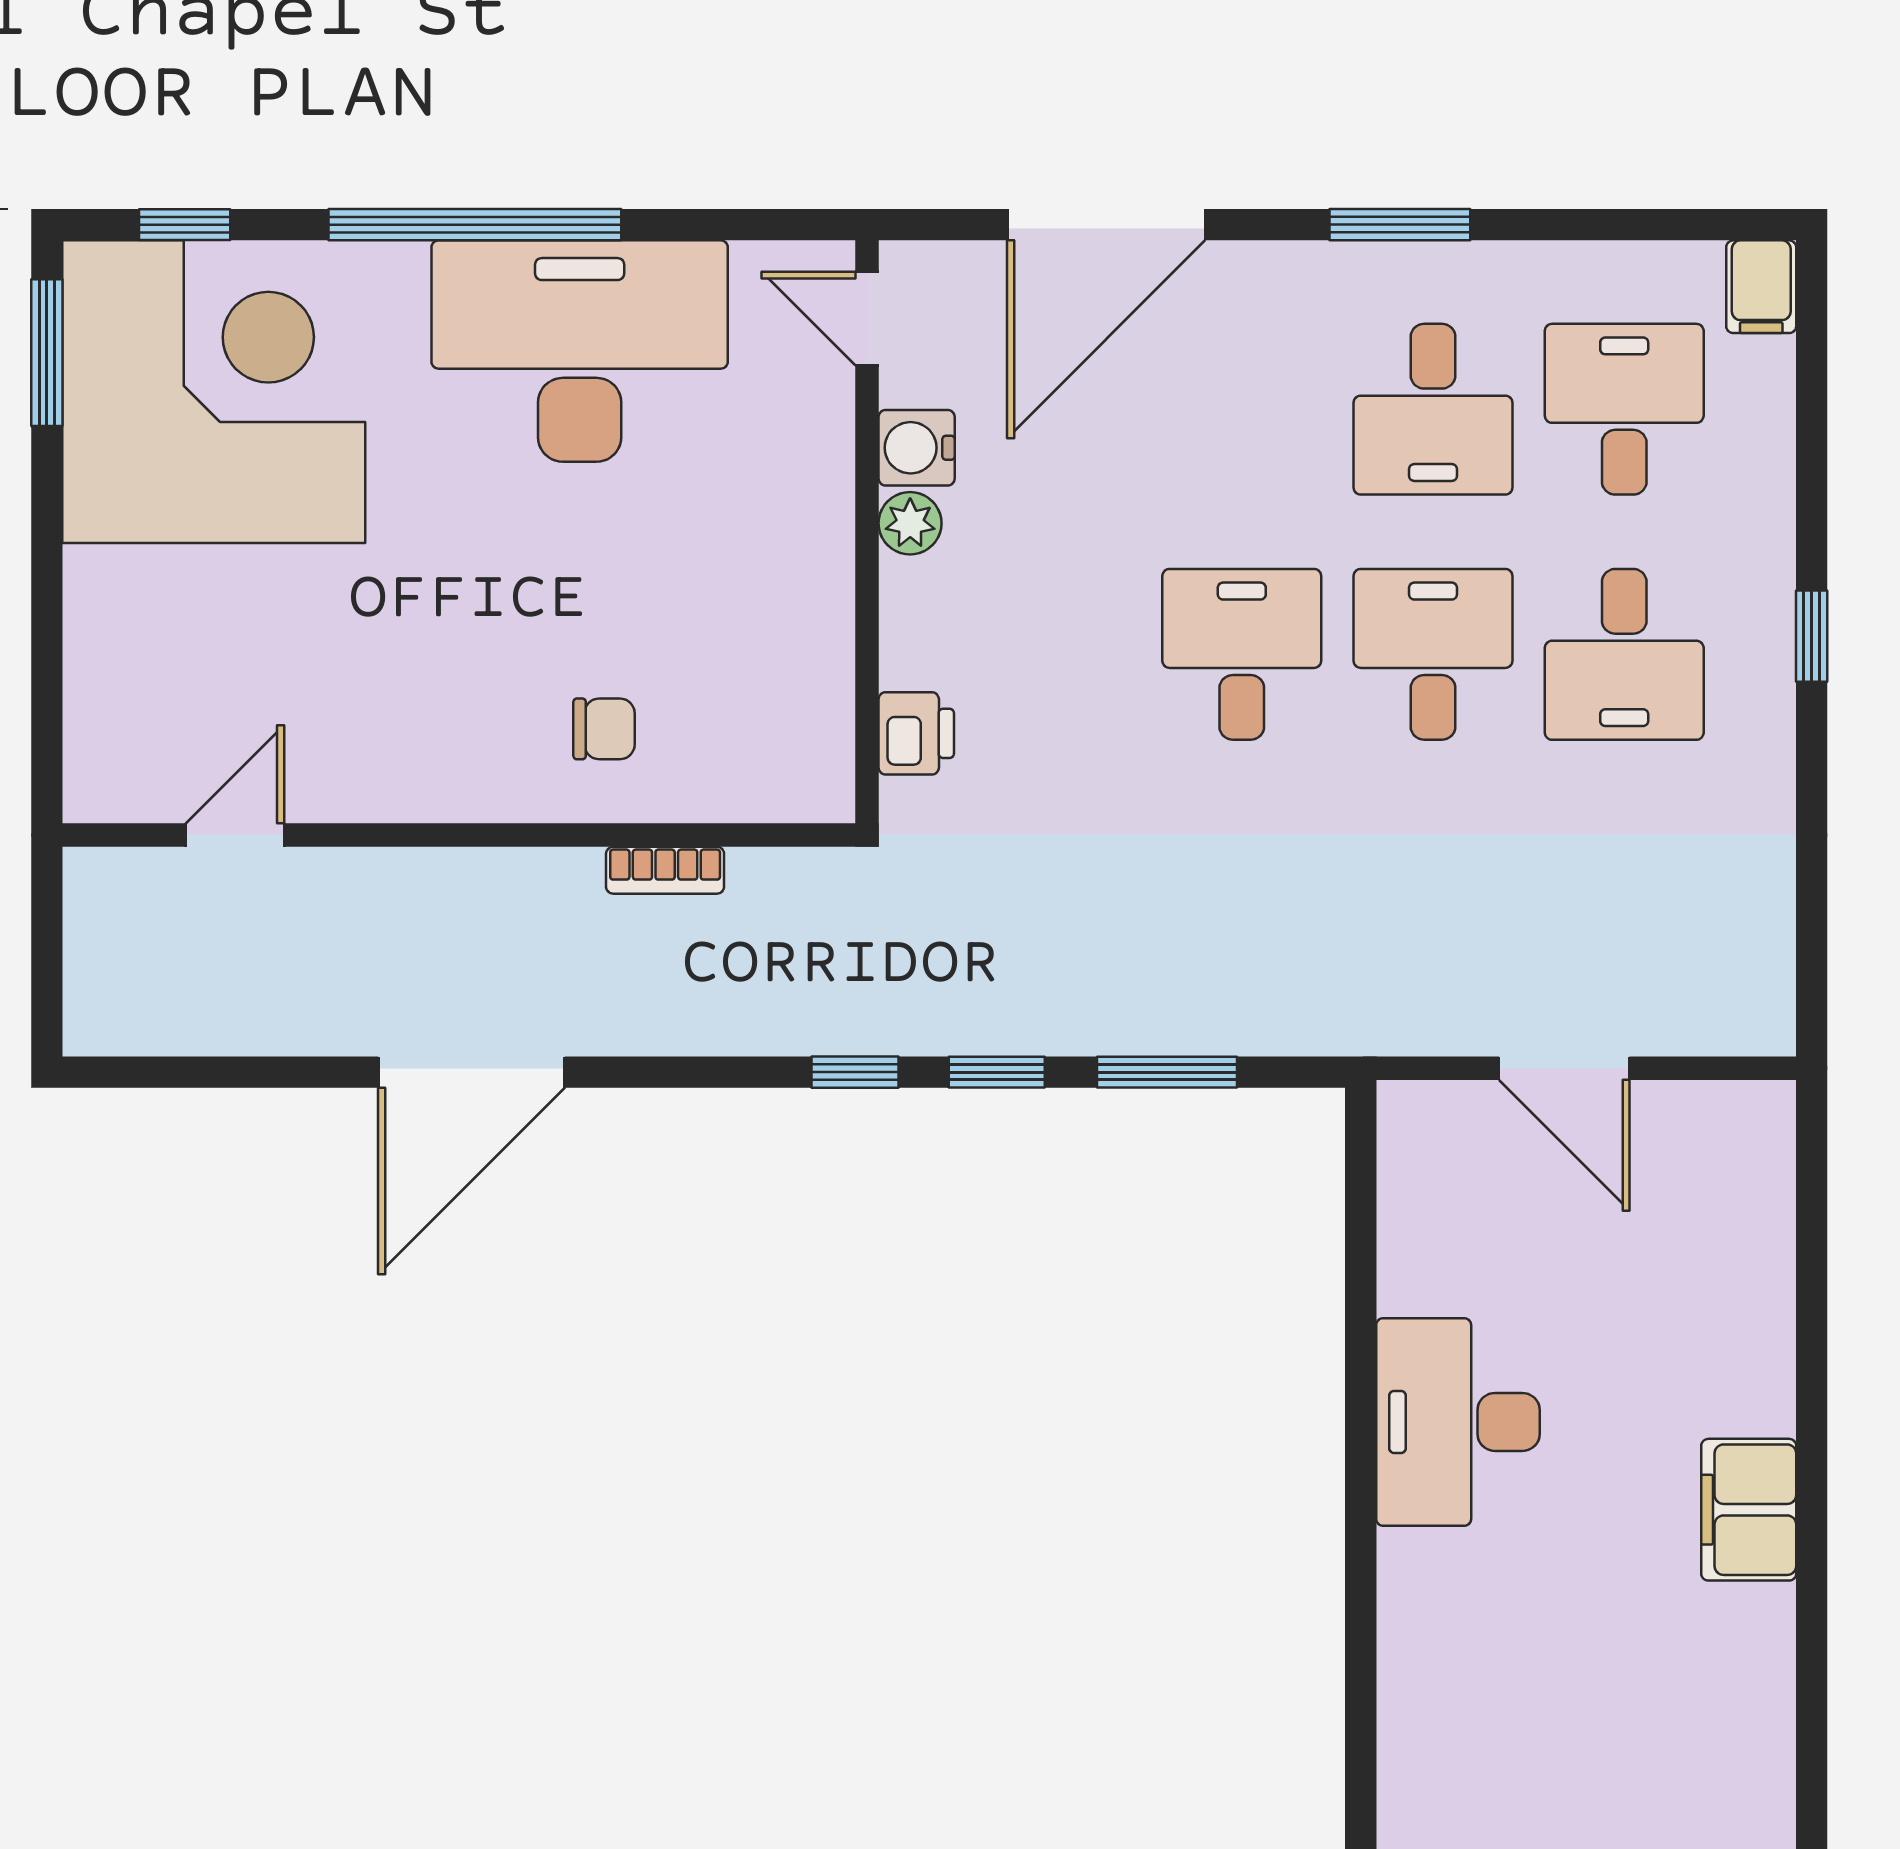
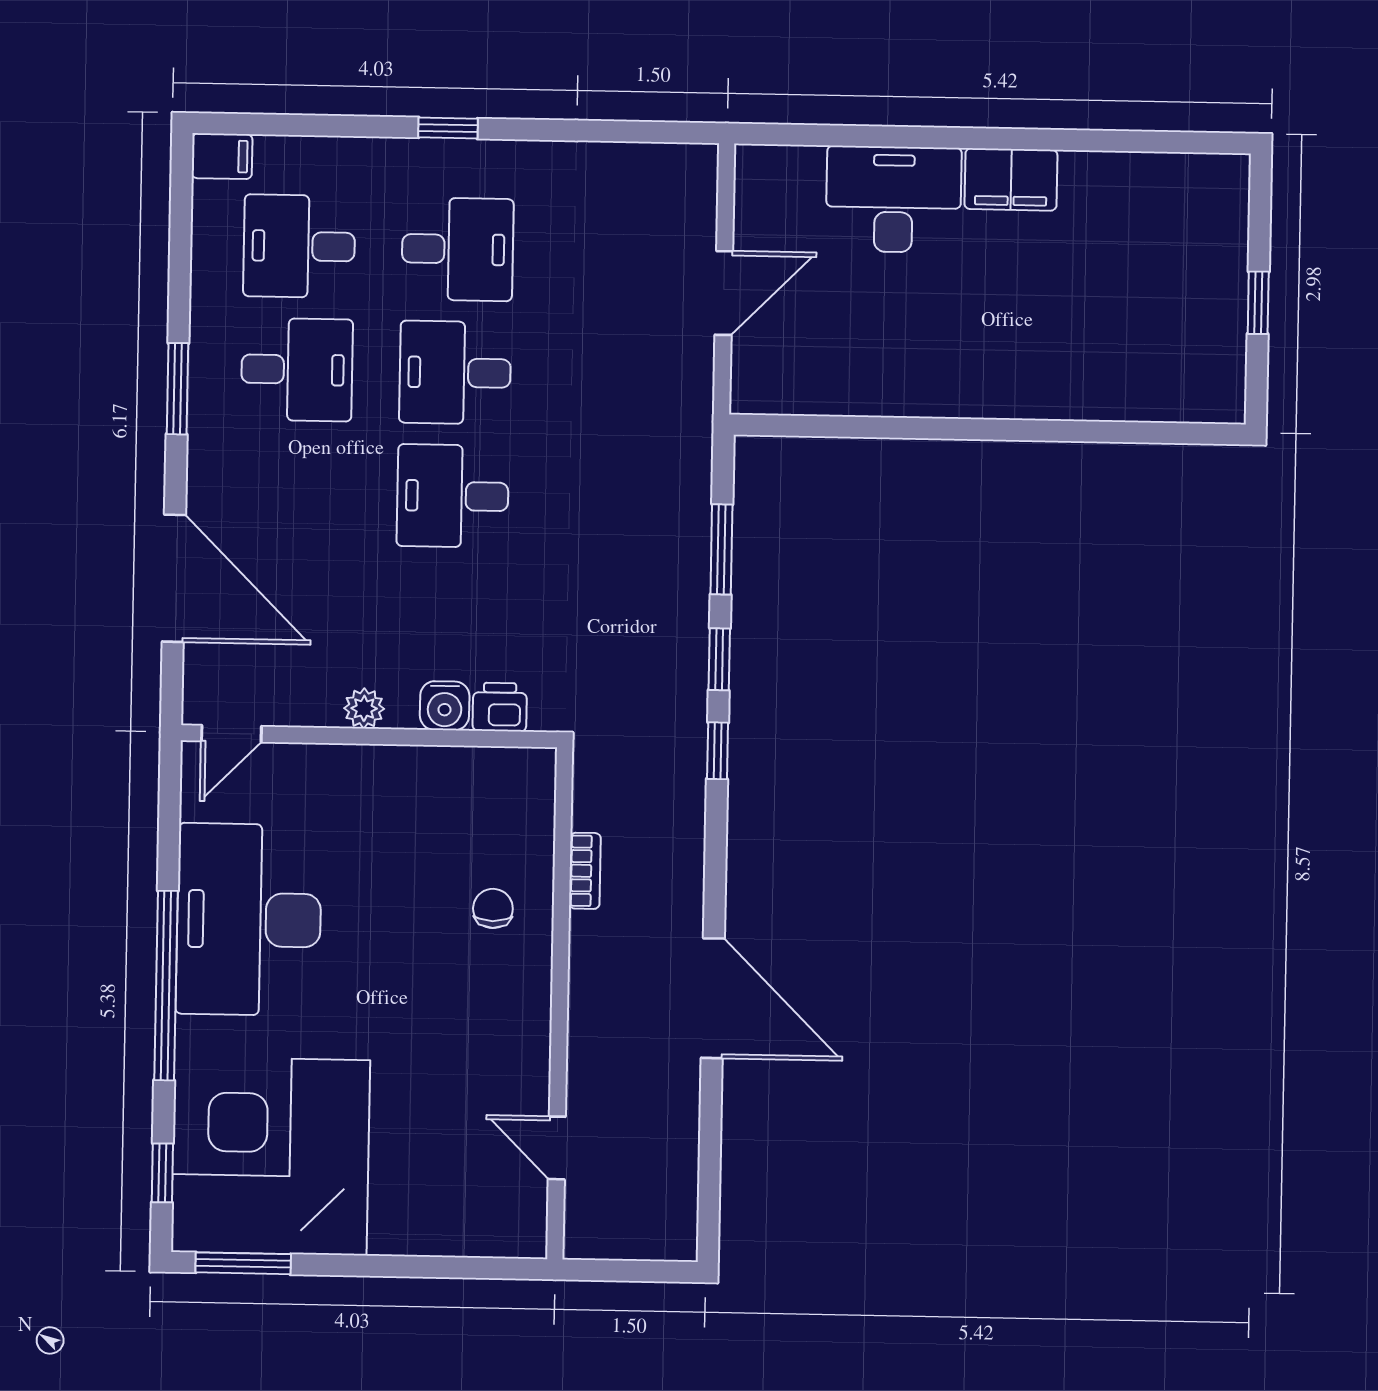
water cooler: (917, 448) -> (445, 706), moved
desk: (1458, 1422) -> (894, 199), moved, turned 180

